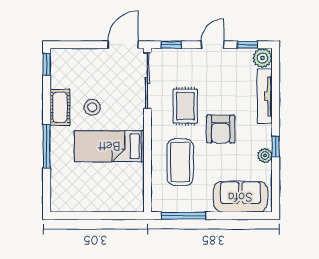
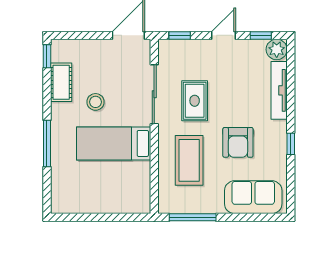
sliding door: (147, 81) -> (154, 94), moved
cot: (60, 107) -> (61, 82), moved
armchair: (221, 129) -> (238, 142), moved
plant: (265, 156) -> (279, 153), removed

